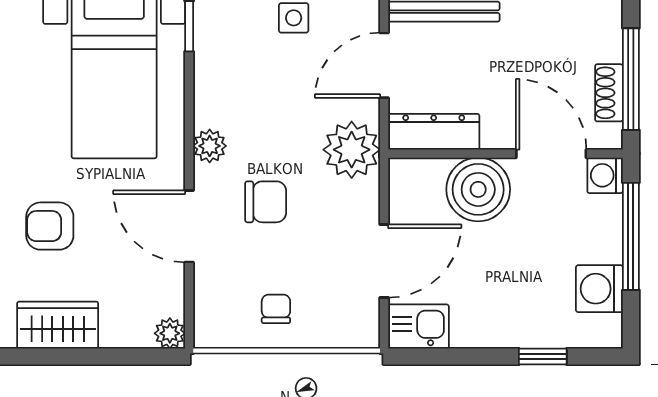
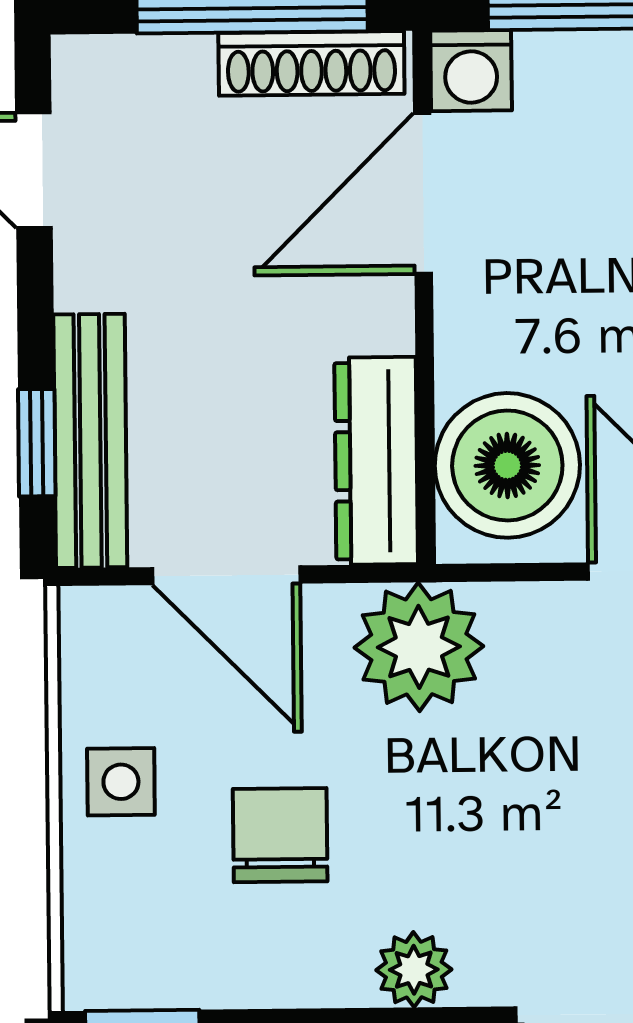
shoe rack: (609, 93) -> (311, 63), width x1.43
boiler: (478, 189) -> (507, 465), moved
chair: (266, 202) -> (280, 835), moved

